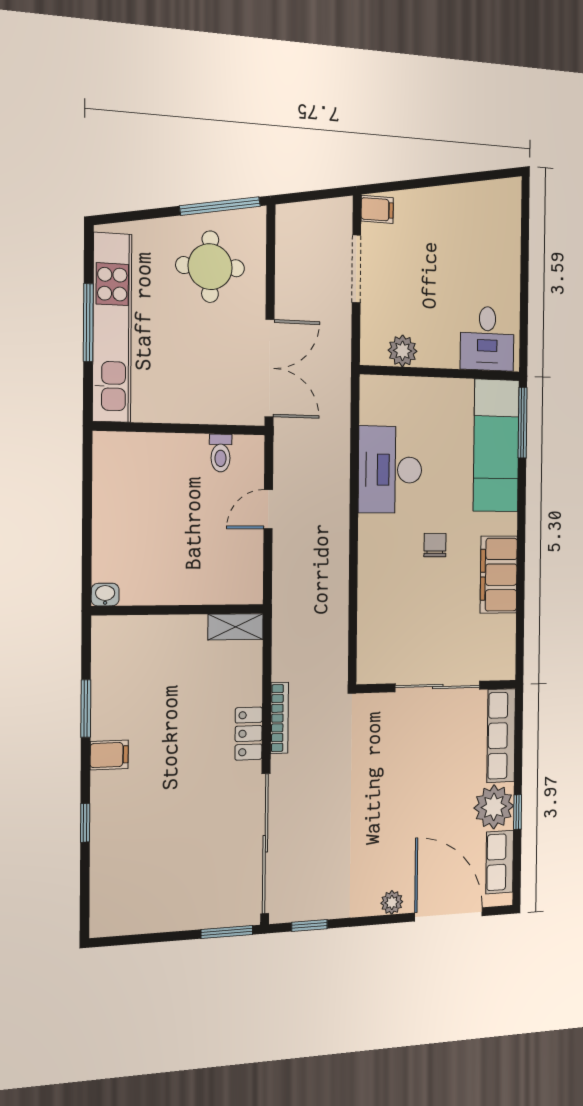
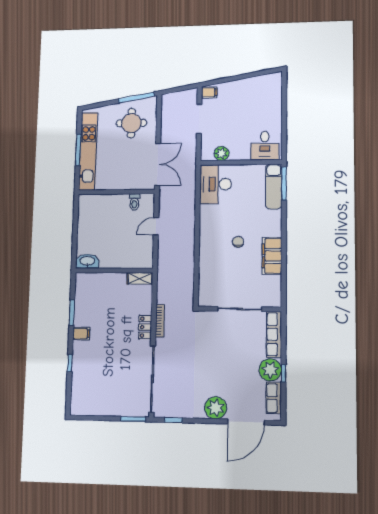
exam couch: (496, 445) -> (274, 186), width x0.73, depth x0.69
desk: (390, 470) -> (216, 184), moved
washbasin: (105, 595) -> (87, 261), width x1.91, depth x1.45
plant: (392, 902) -> (216, 408), width x1.88, depth x1.88
door: (449, 914) -> (246, 422), swing flipped

